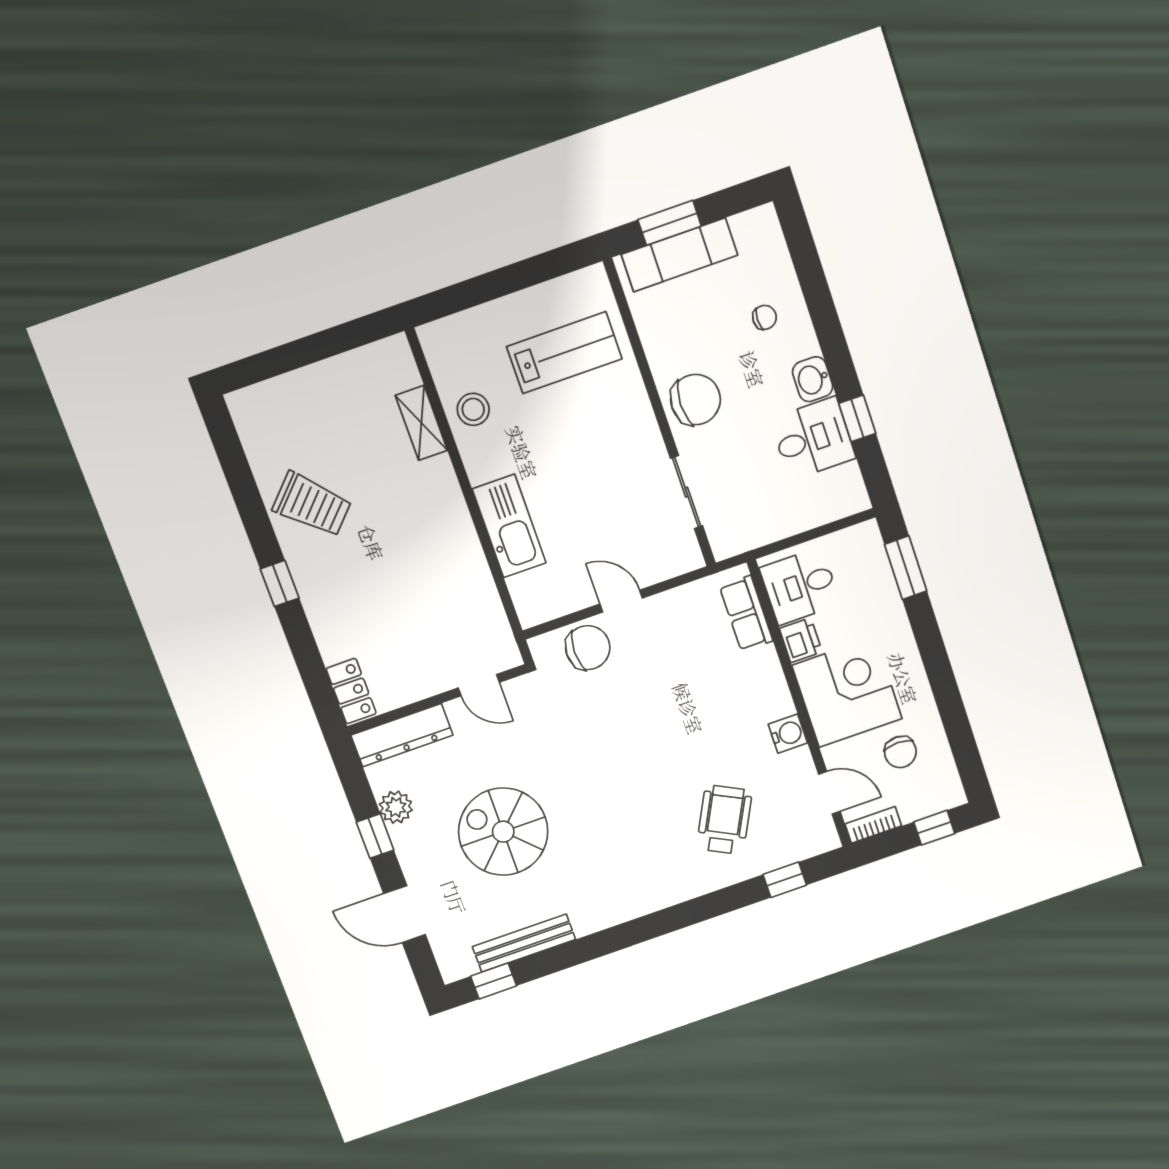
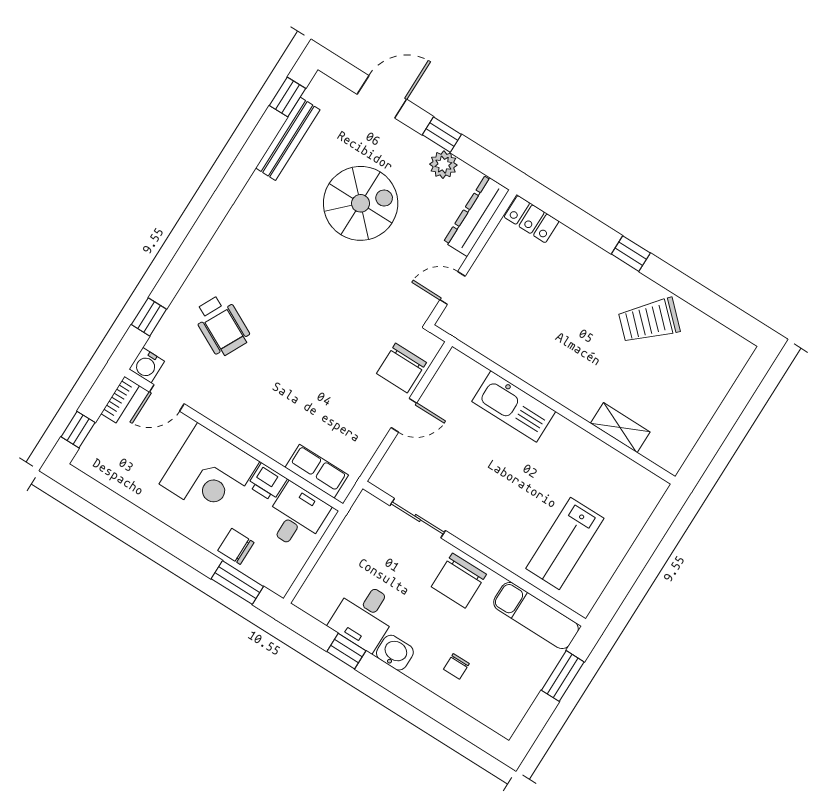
exam couch: (679, 255) -> (536, 616), moved, turned -90
stool: (473, 409) -> (594, 462), removed
water cooler: (788, 734) -> (147, 365), moved
chair: (900, 752) -> (236, 546), moved

